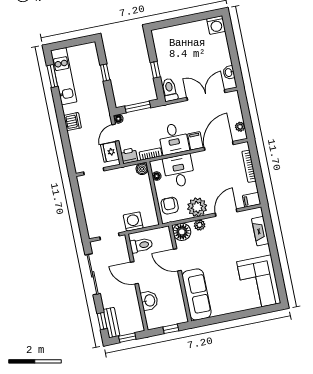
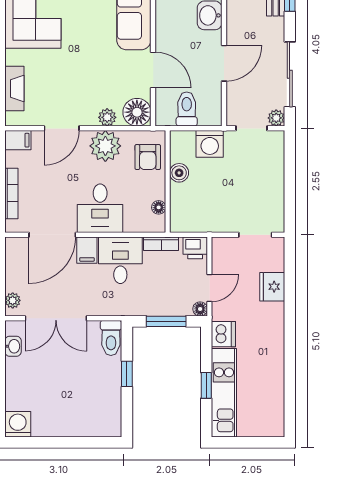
window: (52, 76) -> (290, 397), removed
kitchen unit: (64, 76) -> (224, 393), moved, turned 180
dishwasher: (73, 122) -> (223, 334), moved, turned 180
plant: (240, 127) -> (13, 300), moved
fridge: (110, 152) -> (272, 287), moved, turned 180
boiler: (142, 169) -> (179, 173), moved
desk: (179, 171) -> (100, 208), moved
toilet: (141, 245) -> (187, 109), moved, turned 90
plant: (95, 246) -> (276, 118), added
door: (134, 273) -> (224, 63), hinge flipped

